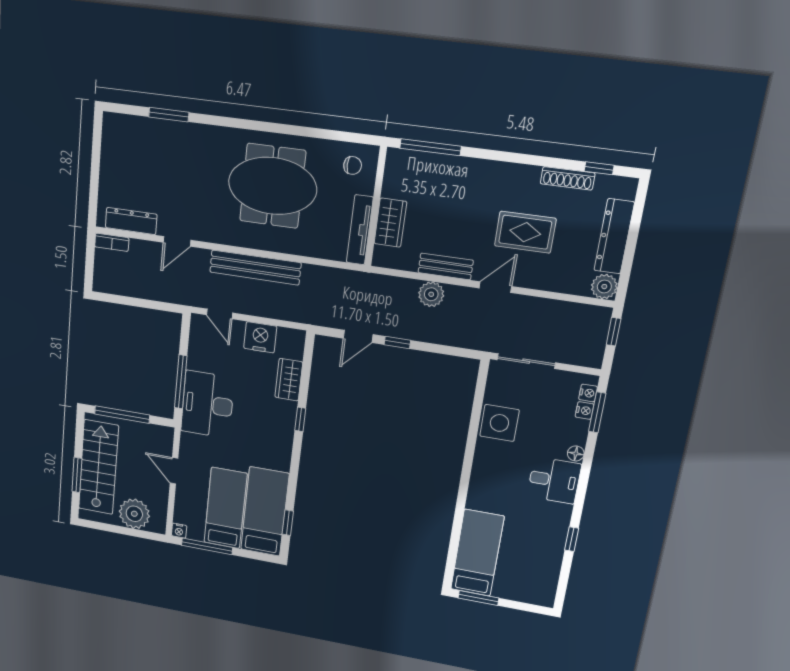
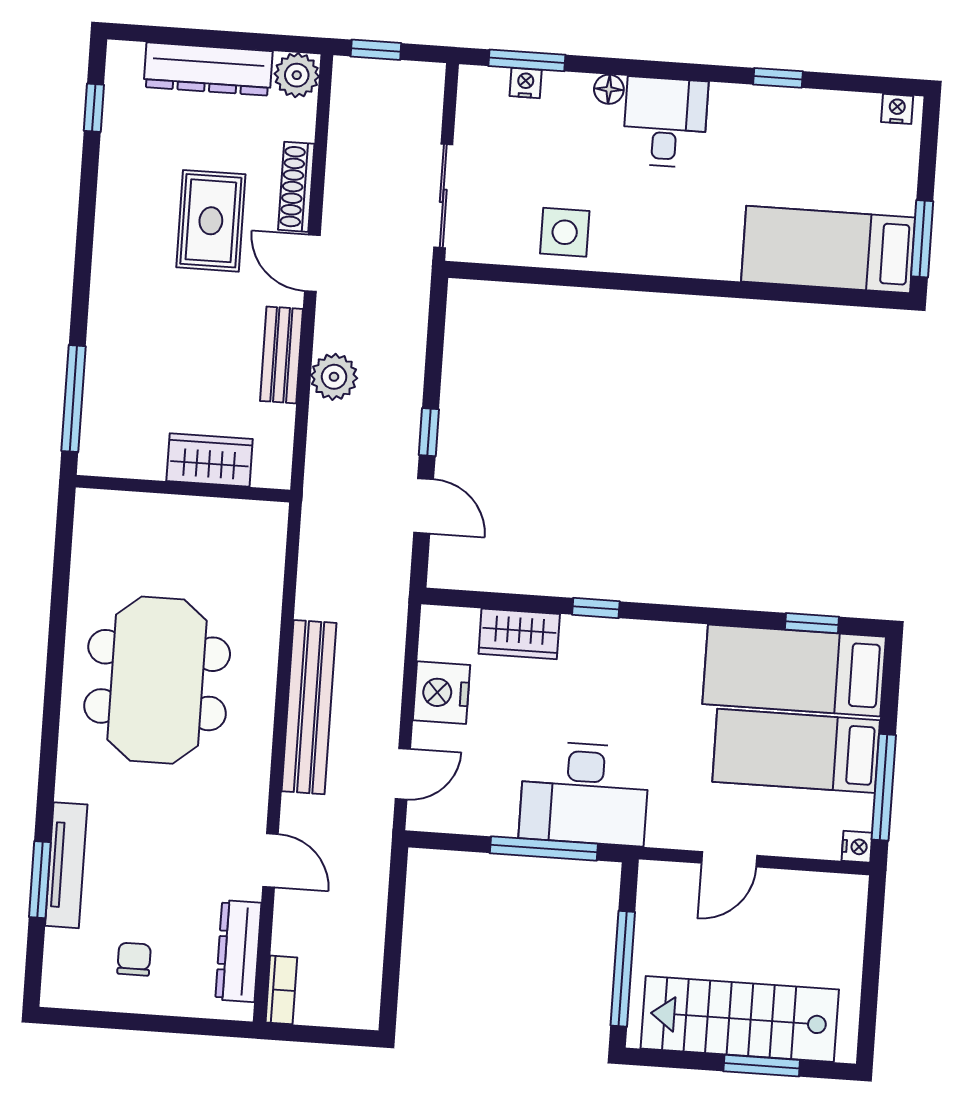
chair: (353, 165) -> (134, 959), moved
shoe rack: (568, 178) -> (296, 187), moved, turned 180
tv unit: (360, 230) -> (66, 865), moved, turned -90
nightstand: (588, 393) -> (897, 109), moved
side table: (499, 423) -> (565, 232), width x0.73, depth x0.73
plant: (134, 514) -> (832, 942), removed

